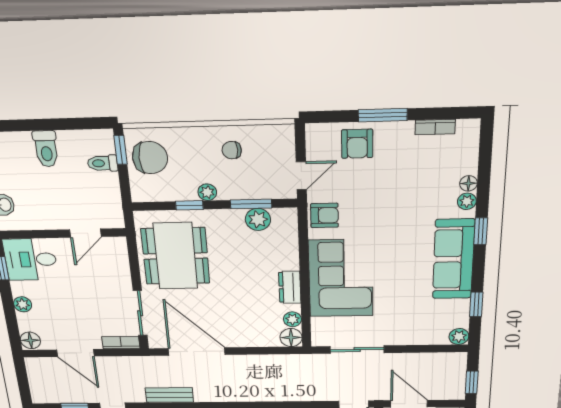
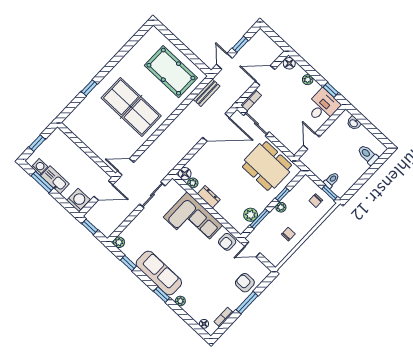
toilet: (46, 149) -> (368, 155), moved
chair: (150, 158) -> (316, 201), width x0.54, depth x0.54
door: (301, 176) -> (252, 250), hinge flipped
floor lamp: (469, 183) -> (204, 324), moved

